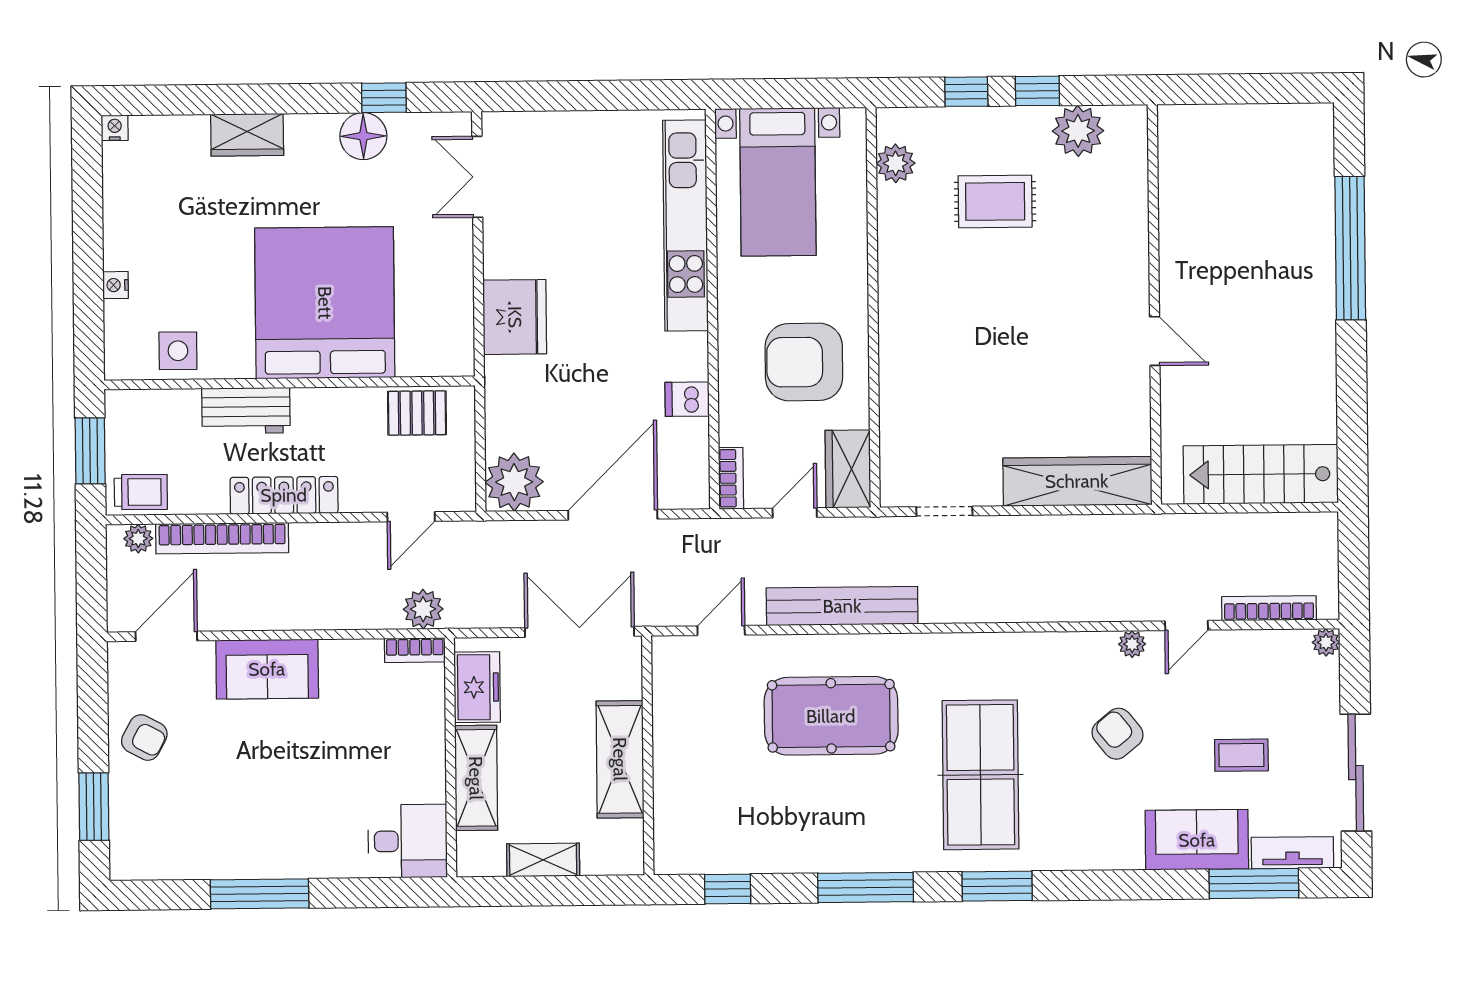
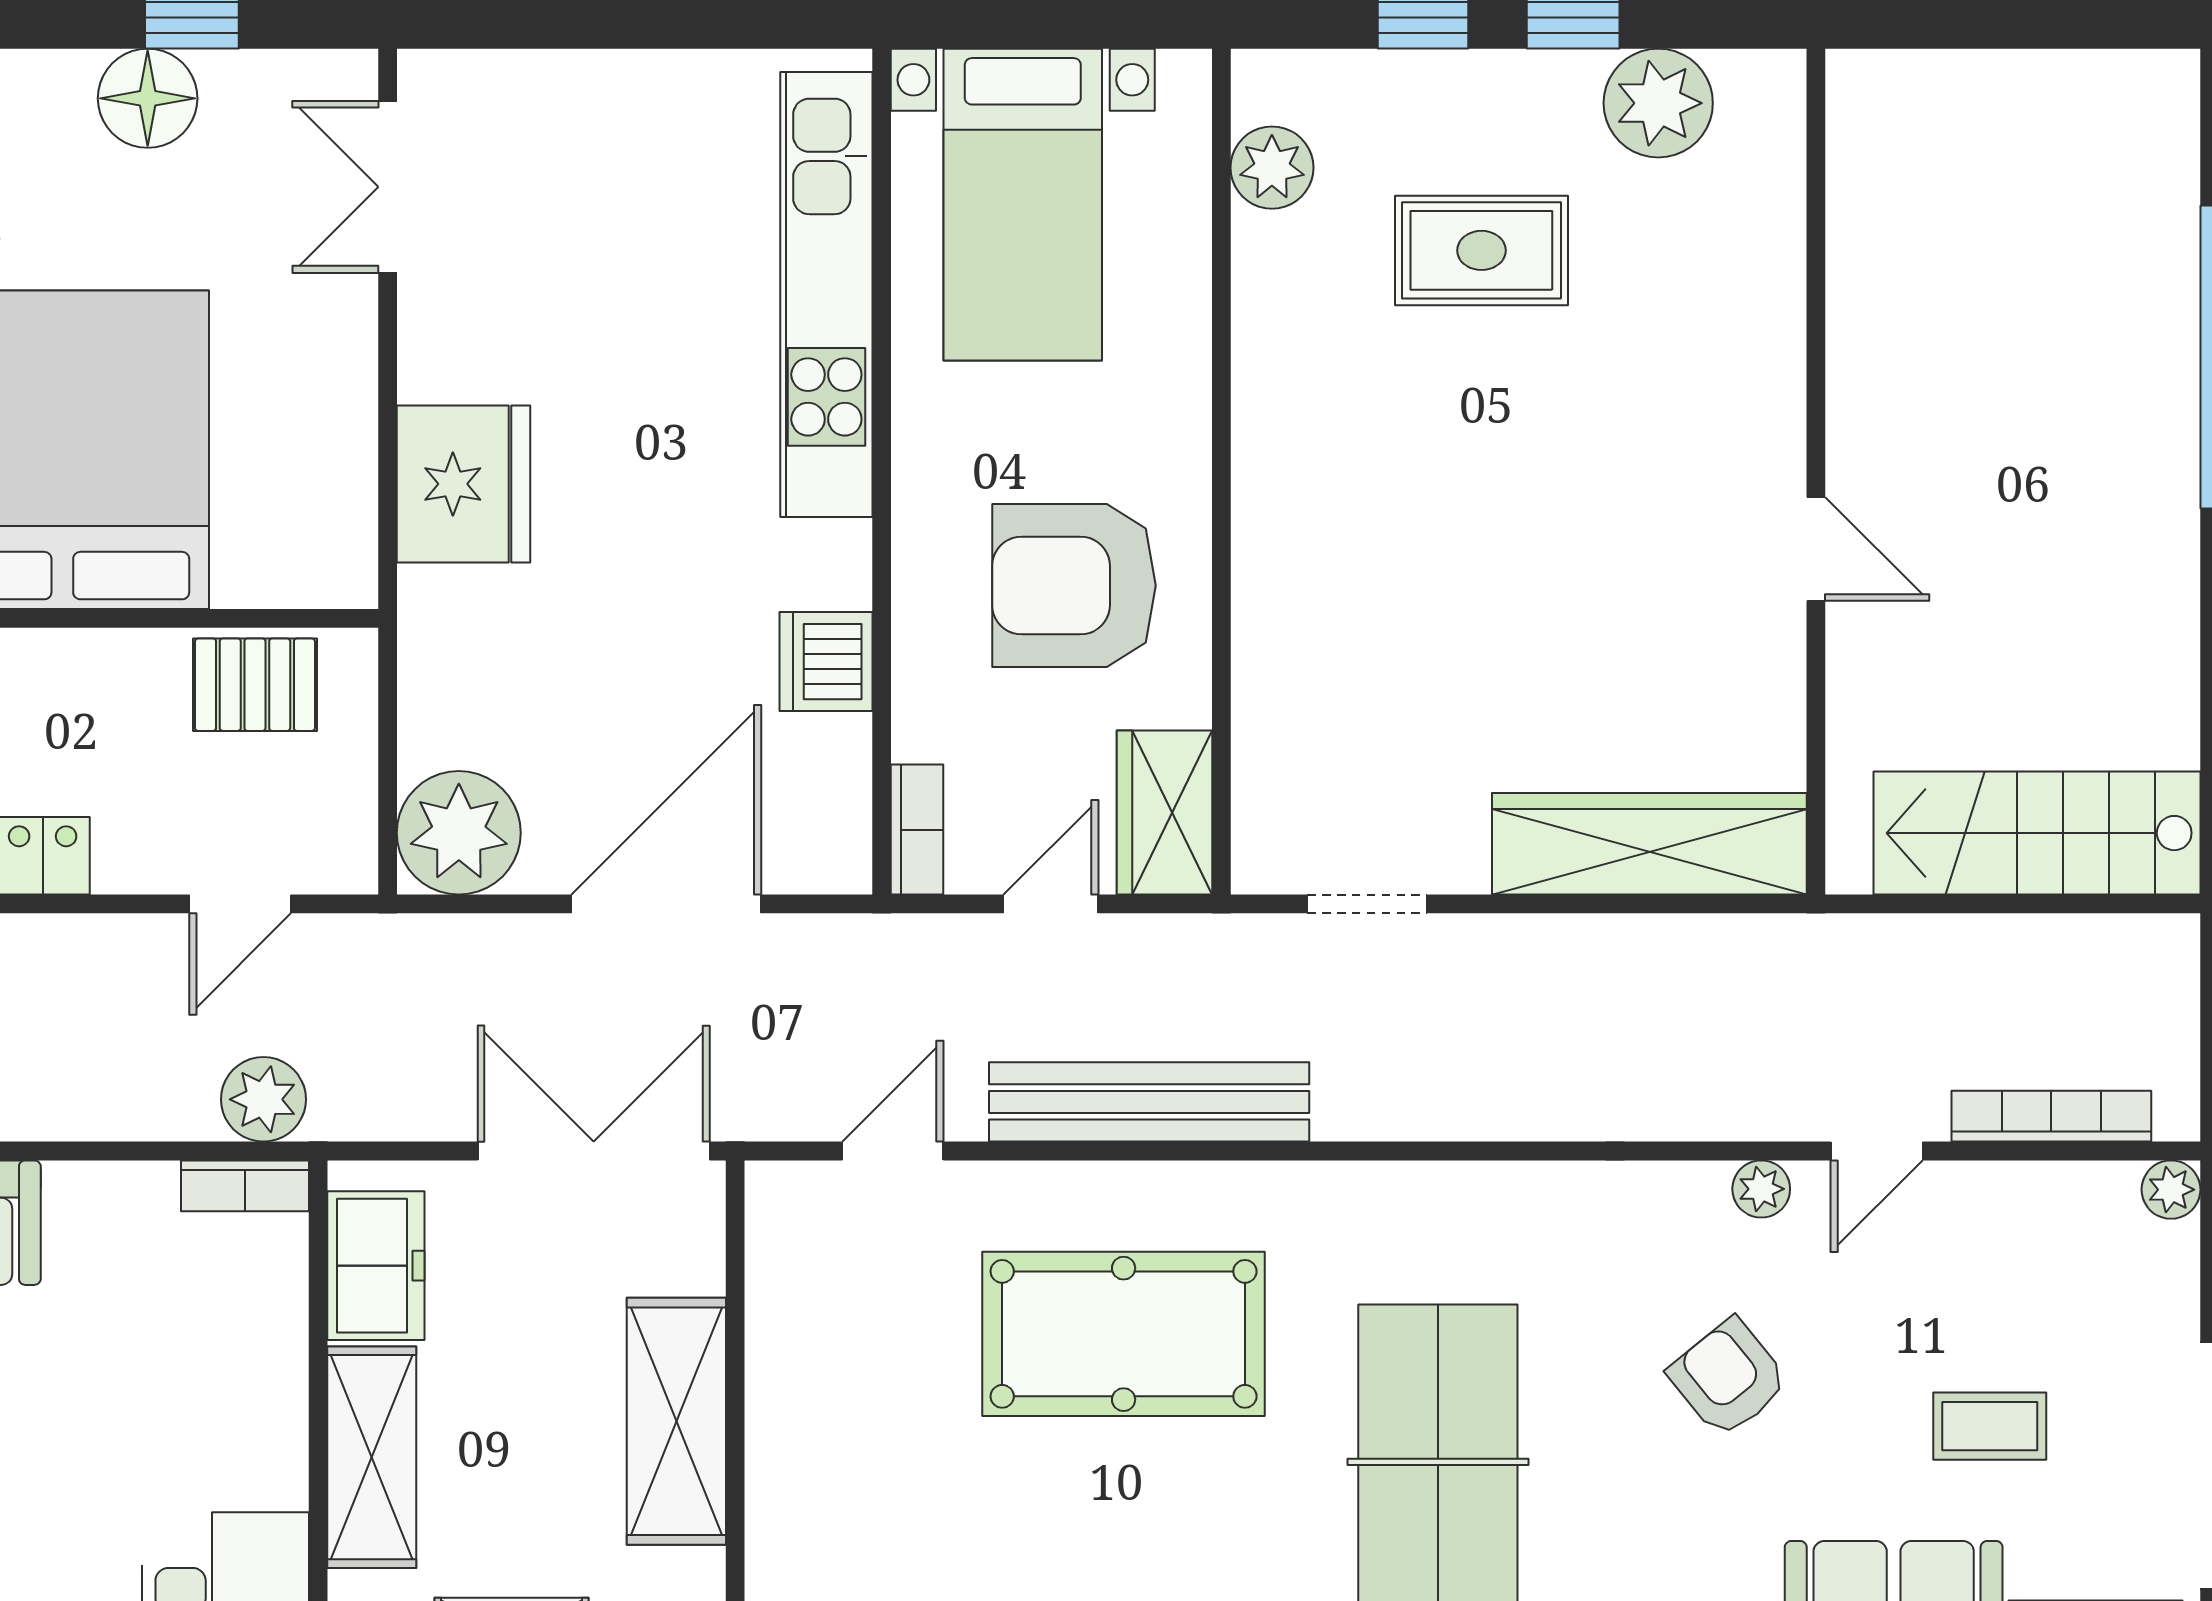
dishwasher: (687, 399) -> (826, 662), width x1.38

